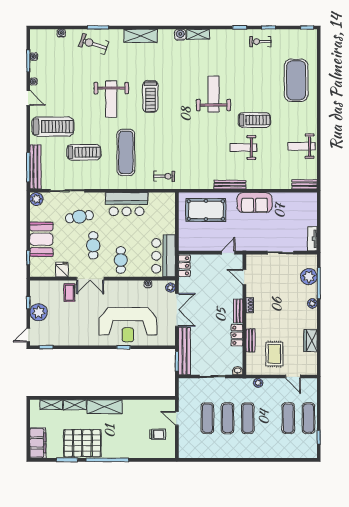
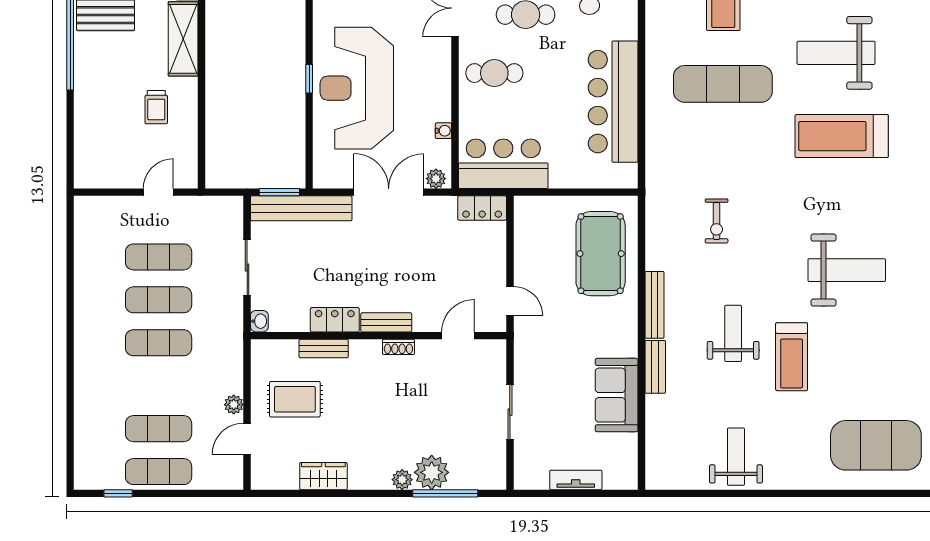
treadmill: (150, 96) -> (842, 136), width x1.37, depth x1.38
exercise bike: (164, 176) -> (717, 221), moved
bench: (305, 184) -> (655, 367), moved
sofa: (255, 202) -> (617, 395), moved
bar counter: (127, 204) -> (613, 102), width x1.36
tv unit: (312, 239) -> (576, 480), moved
plant: (309, 277) -> (432, 472), moved
double door: (177, 310) -> (389, 192), swing flipped
plant: (258, 383) -> (234, 405), moved
trolley: (157, 434) -> (156, 107), moved

